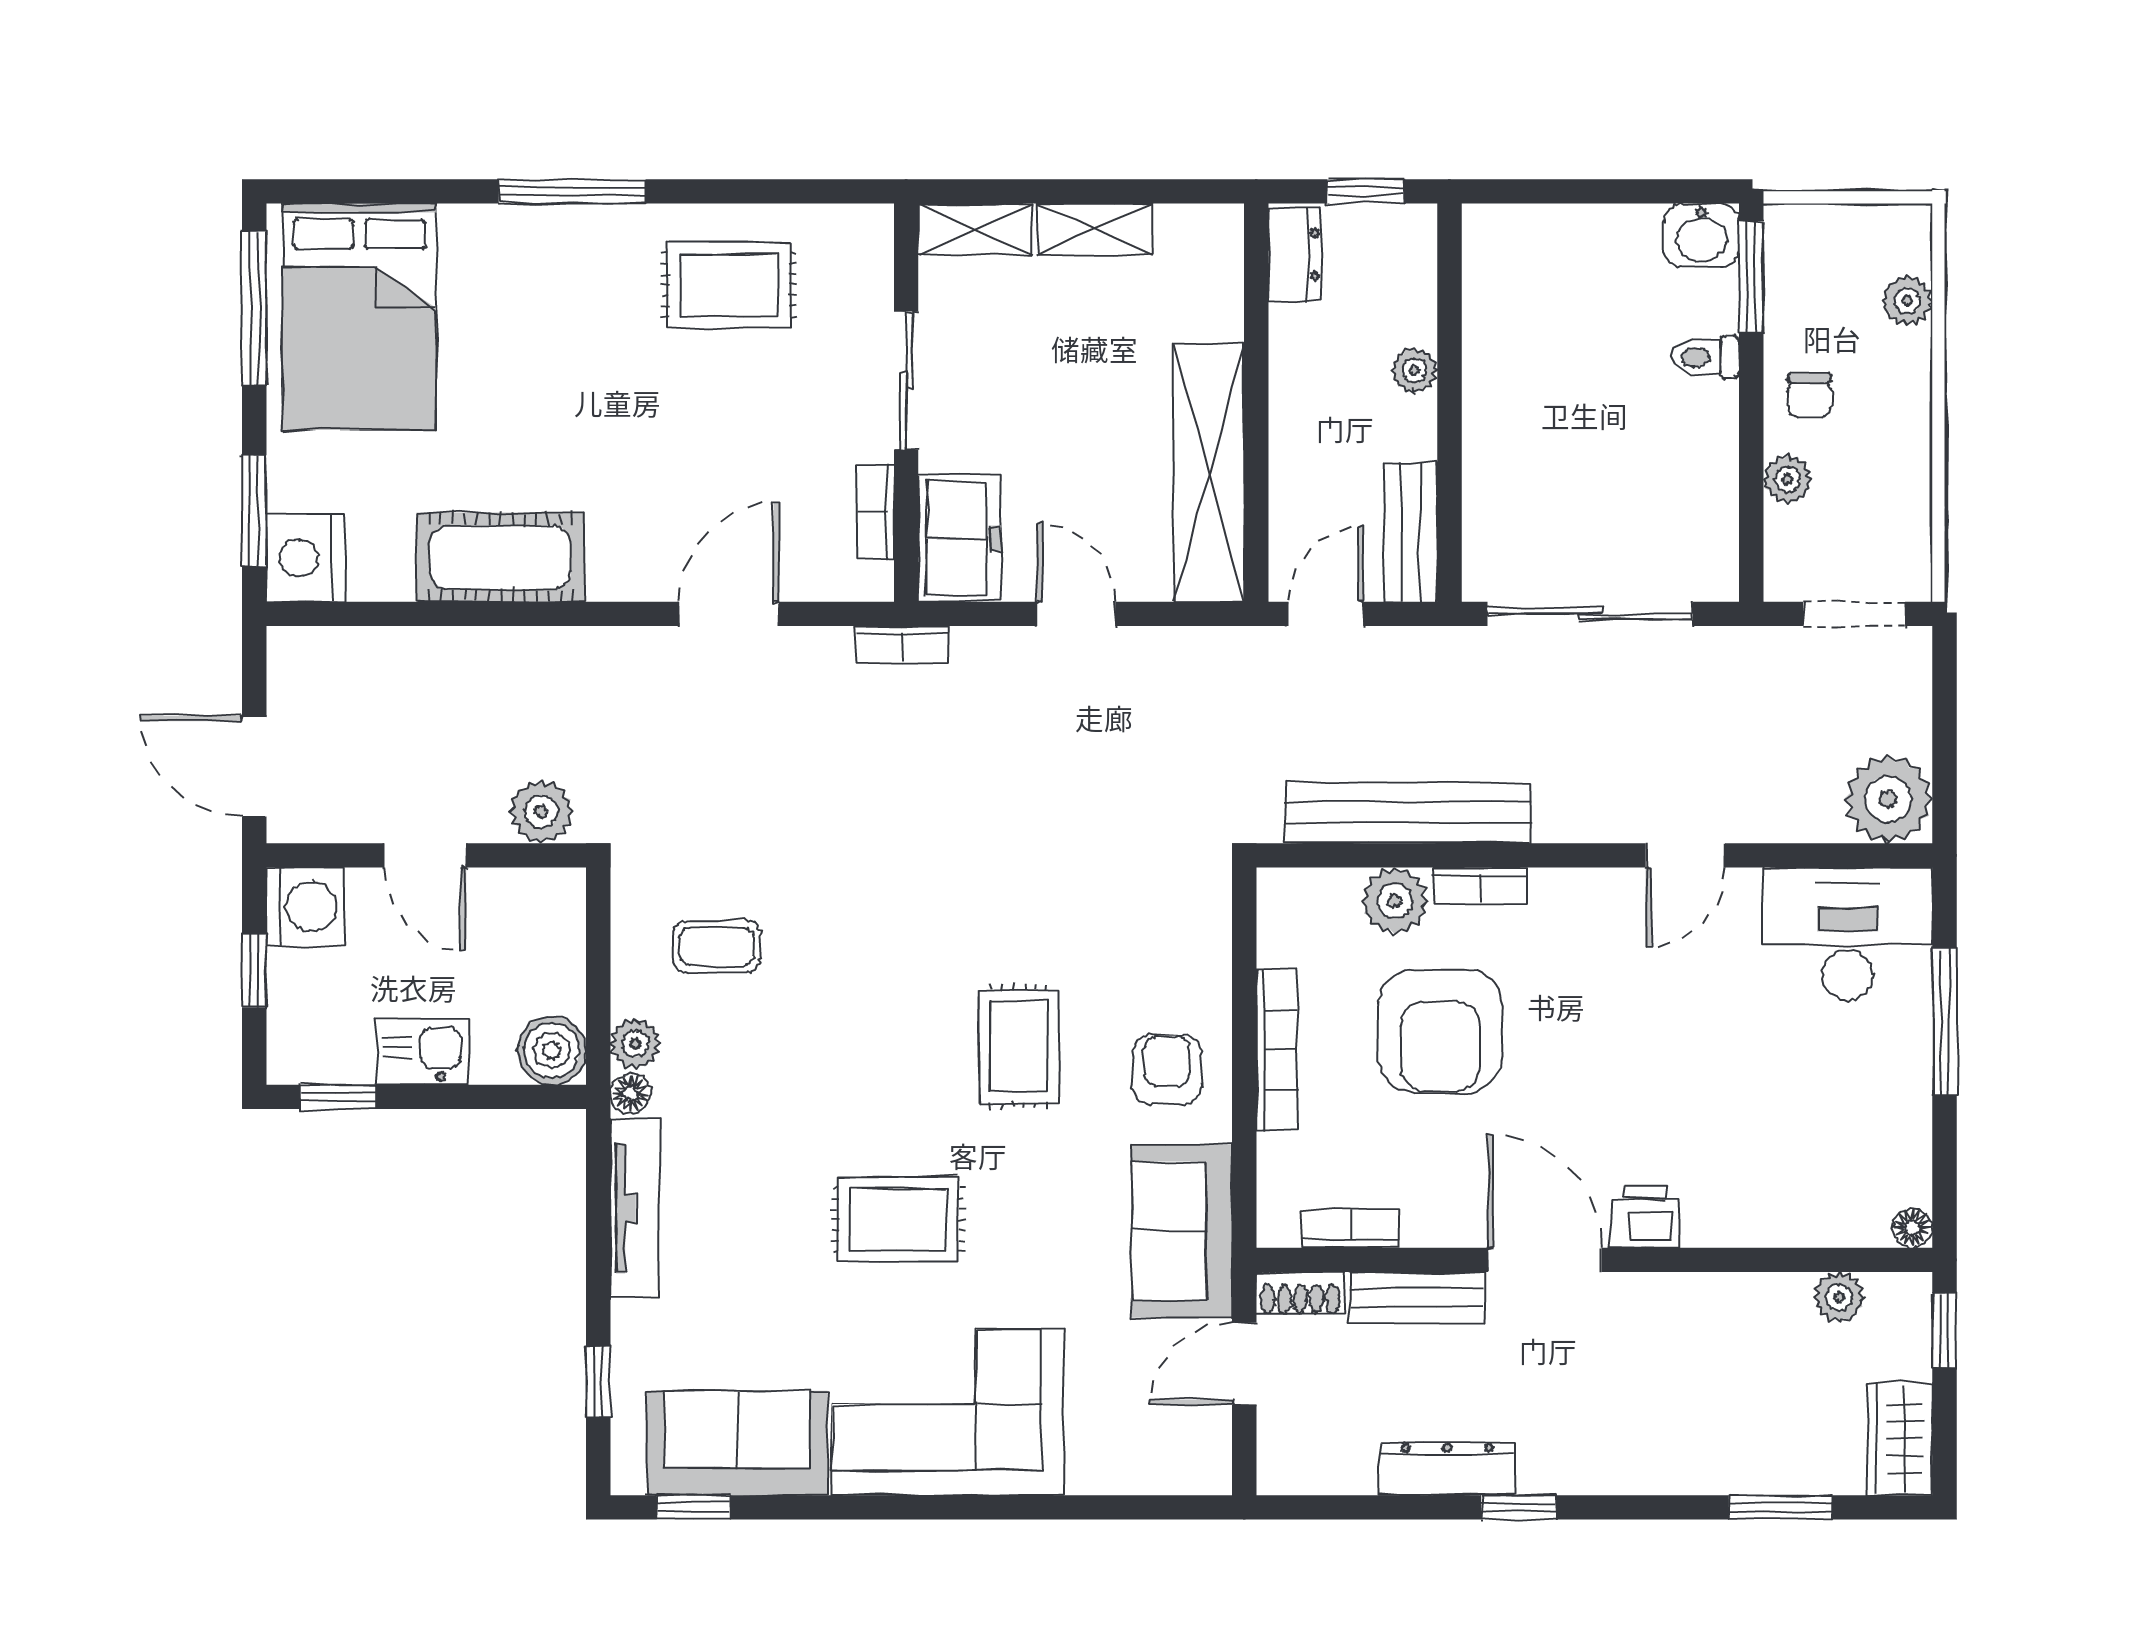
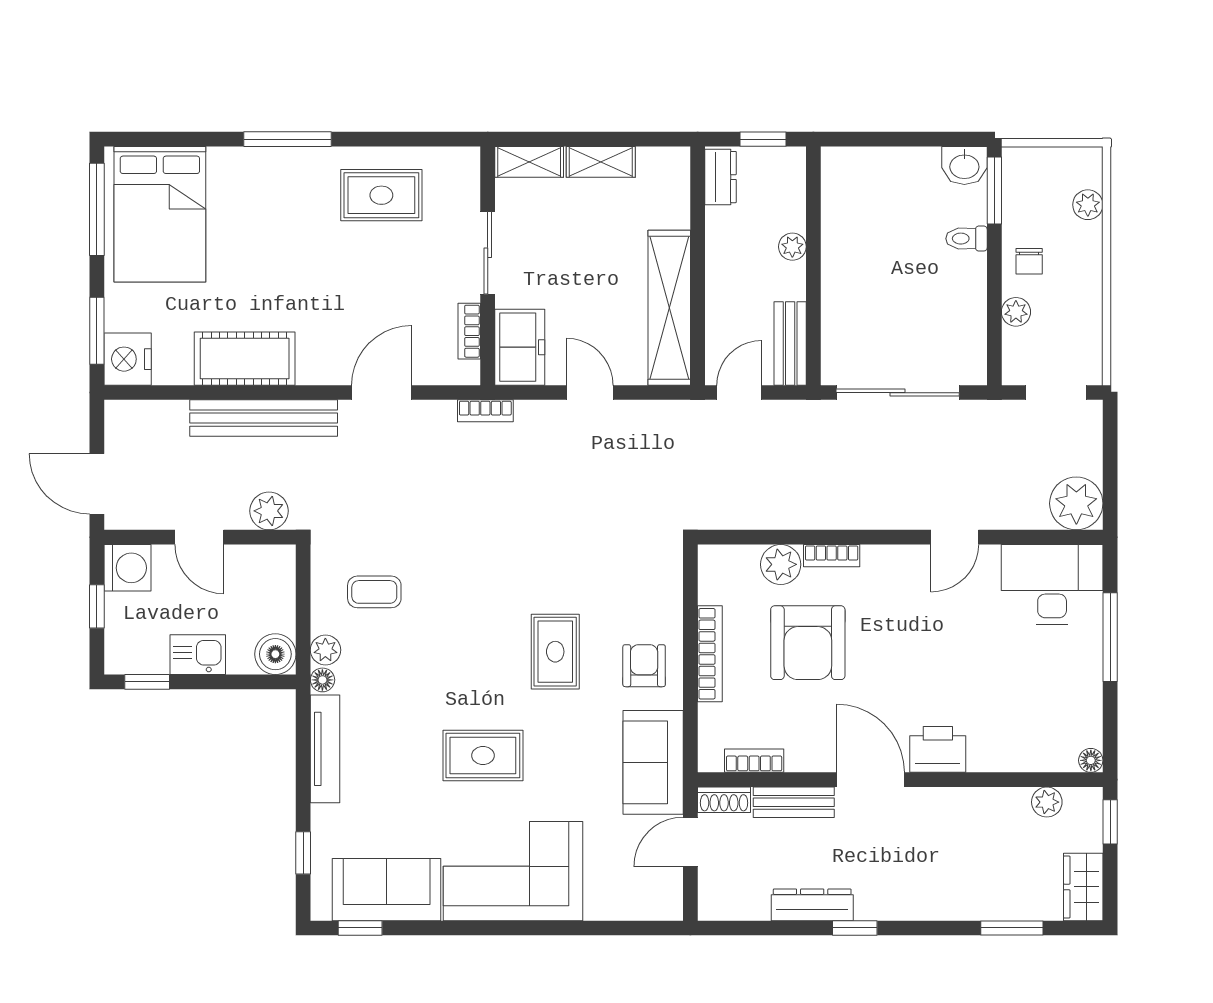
bench: (1408, 813) -> (264, 418), moved
printer: (1645, 1217) -> (938, 749), width x1.36, depth x1.24

